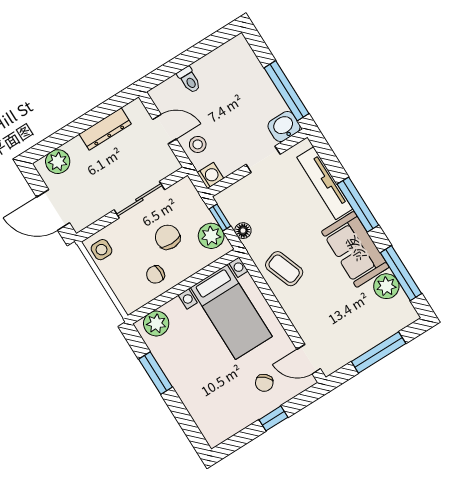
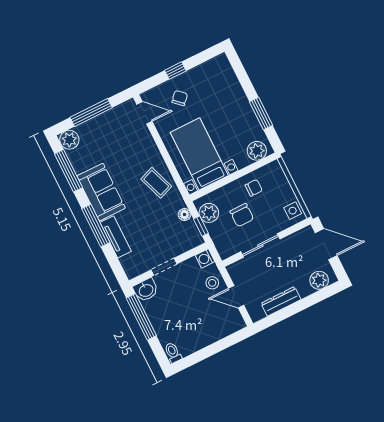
toilet: (189, 80) -> (173, 353), moved
tv unit: (325, 183) -> (116, 237), width x0.71
plant: (386, 286) -> (69, 140), moved

